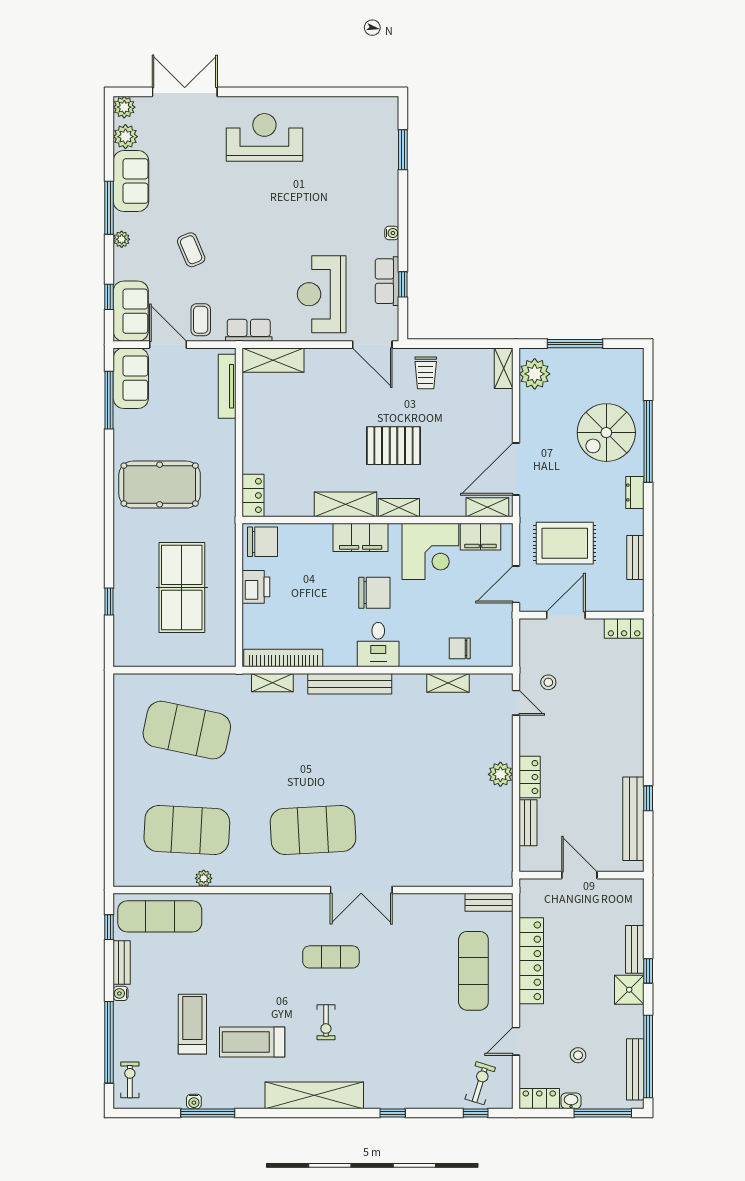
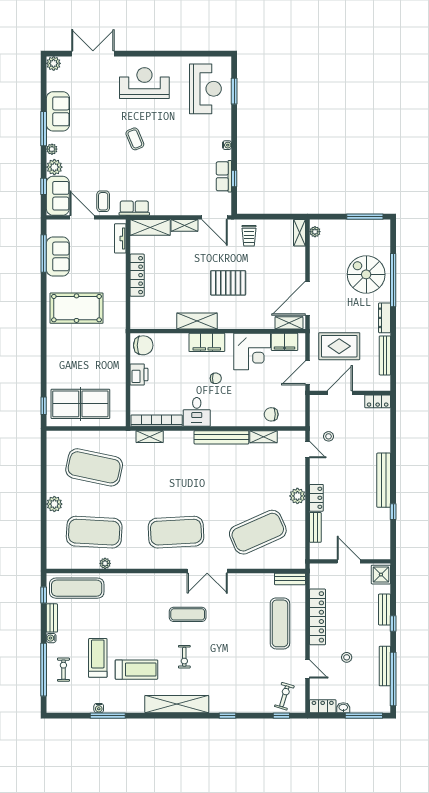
plant: (125, 137) -> (54, 167), moved
coffee table: (191, 250) -> (135, 139), moved
reception desk: (322, 294) -> (205, 89), moved, turned 180
window: (575, 344) -> (365, 217), moved
plant: (535, 374) -> (315, 232), width x0.53, depth x0.53
sofa: (131, 378) -> (58, 256), moved
tv unit: (227, 386) -> (120, 238), width x0.71
spiral stairs: (606, 433) -> (366, 274), turned 90
dresser: (635, 492) -> (385, 318), width x1.44
locker: (253, 495) -> (137, 275), moved, width x1.53
shelving: (399, 508) -> (184, 225), moved
bench: (635, 558) -> (385, 355), width x1.36
table tennis table: (182, 587) -> (80, 404), moved, turned 90
chair: (374, 593) -> (216, 378), width x0.54, depth x0.54
window: (109, 602) -> (44, 406), moved
desk: (378, 645) -> (197, 412), moved
bench: (350, 684) -> (221, 437), moved
plant: (125, 787) -> (54, 504), added
bench: (633, 819) -> (384, 480), moved
exercise mat: (439, 830) -> (258, 532), added
shower: (629, 990) -> (381, 575), moved
door: (516, 1041) -> (308, 669), swing flipped
treadmill: (252, 1042) -> (137, 670), turned 180
stool: (578, 1055) -> (347, 657), moved
bench: (635, 1069) -> (385, 666), moved
exercise bike: (130, 1080) -> (63, 670), moved

